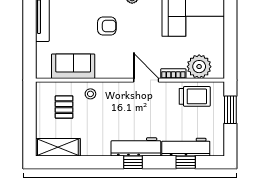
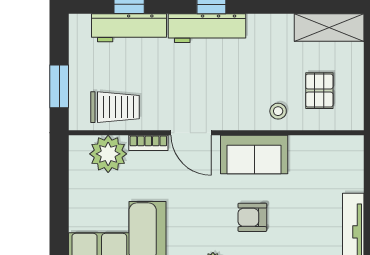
sofa: (73, 66) -> (254, 154), moved
trolley: (195, 96) -> (115, 107), turned 180

